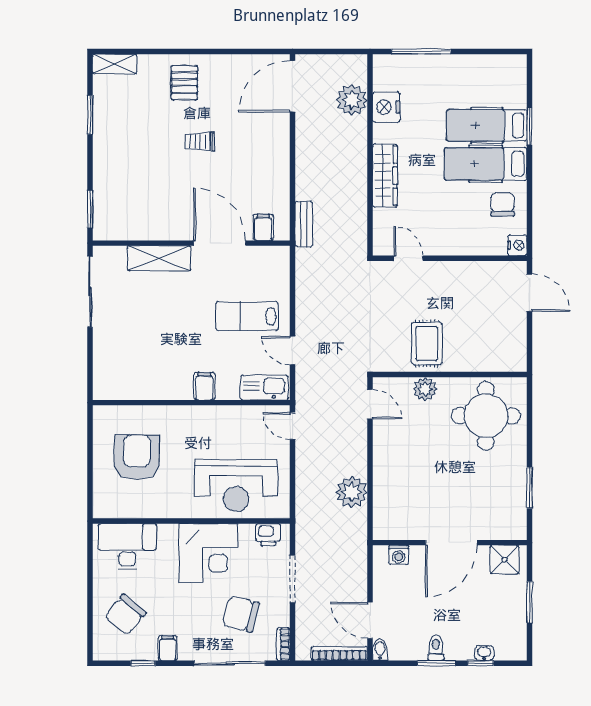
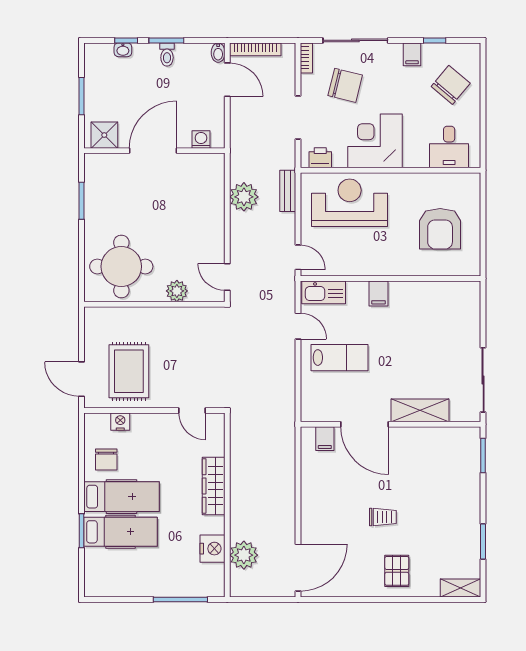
bench: (304, 224) -> (288, 191), moved
nightstand: (517, 245) -> (120, 422), moved, turned 90
rug: (427, 343) -> (129, 371), moved, width x1.36, depth x1.43
desk: (127, 547) -> (449, 147), width x0.73

